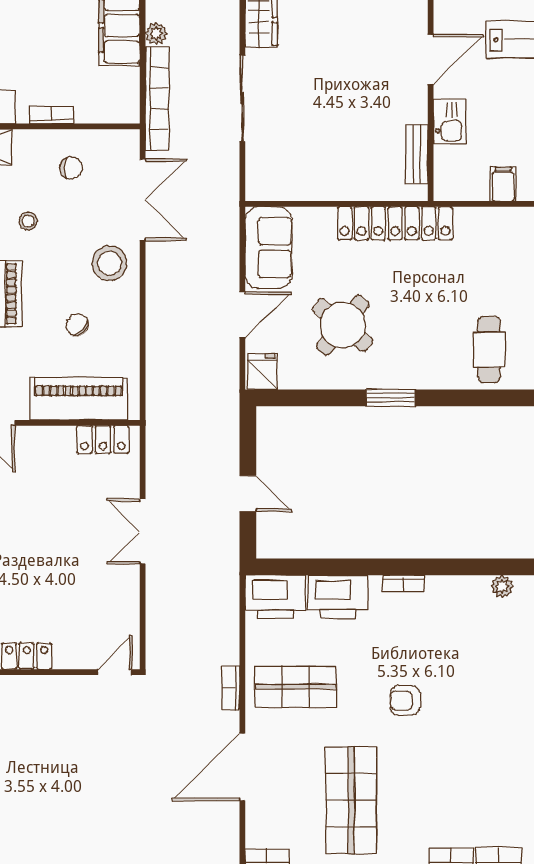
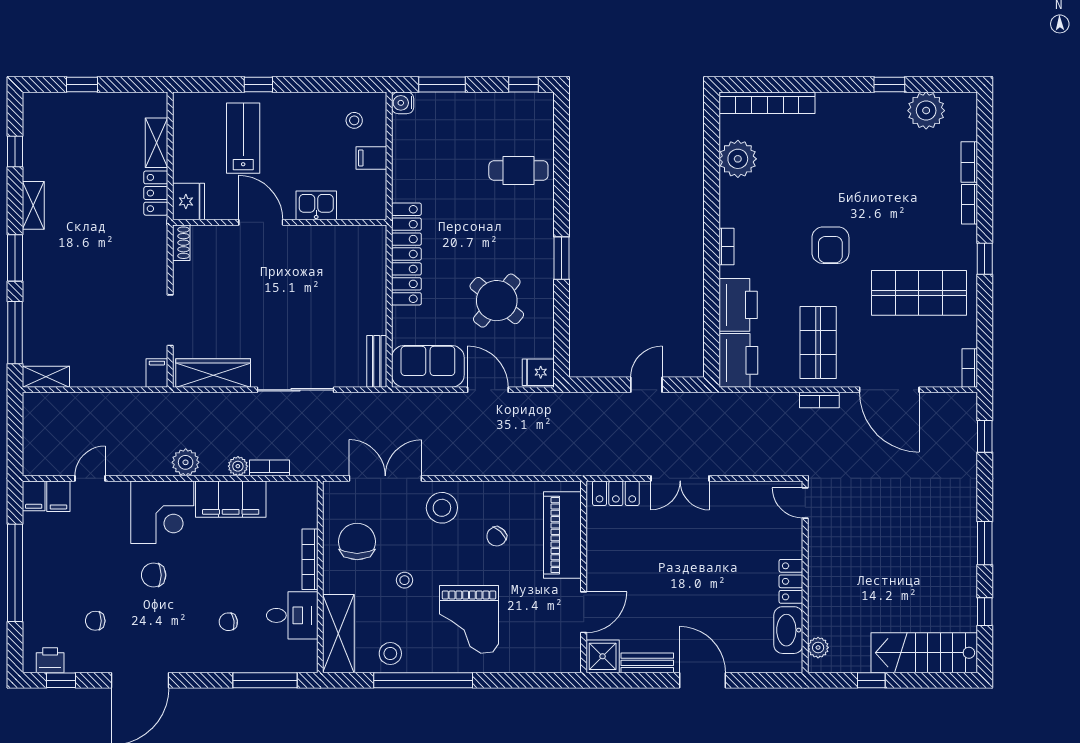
bookcase: (157, 99) -> (269, 468), width x0.43, depth x0.76
bookcase: (51, 115) -> (310, 559), width x1.56
bench: (417, 154) -> (377, 361), moved, turned 90
chair: (71, 168) -> (357, 542), width x1.87, depth x1.87
locker: (103, 440) -> (616, 493), moved, turned 90
plant: (502, 586) -> (738, 159), width x1.88, depth x1.88
armchair: (405, 701) -> (830, 245), width x1.38, depth x1.38

